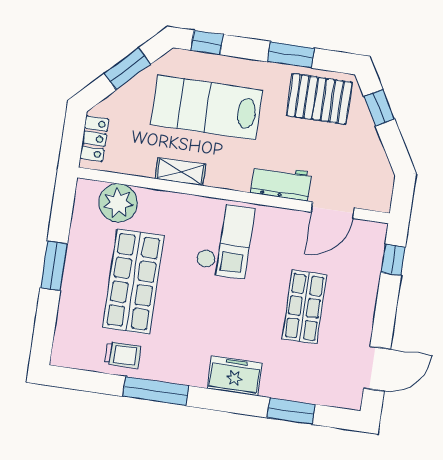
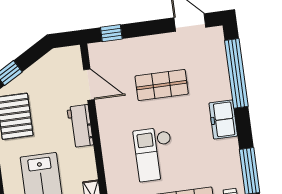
checkout: (225, 240) -> (154, 154), moved, turned -90
window: (291, 411) -> (236, 73), width x2.11

